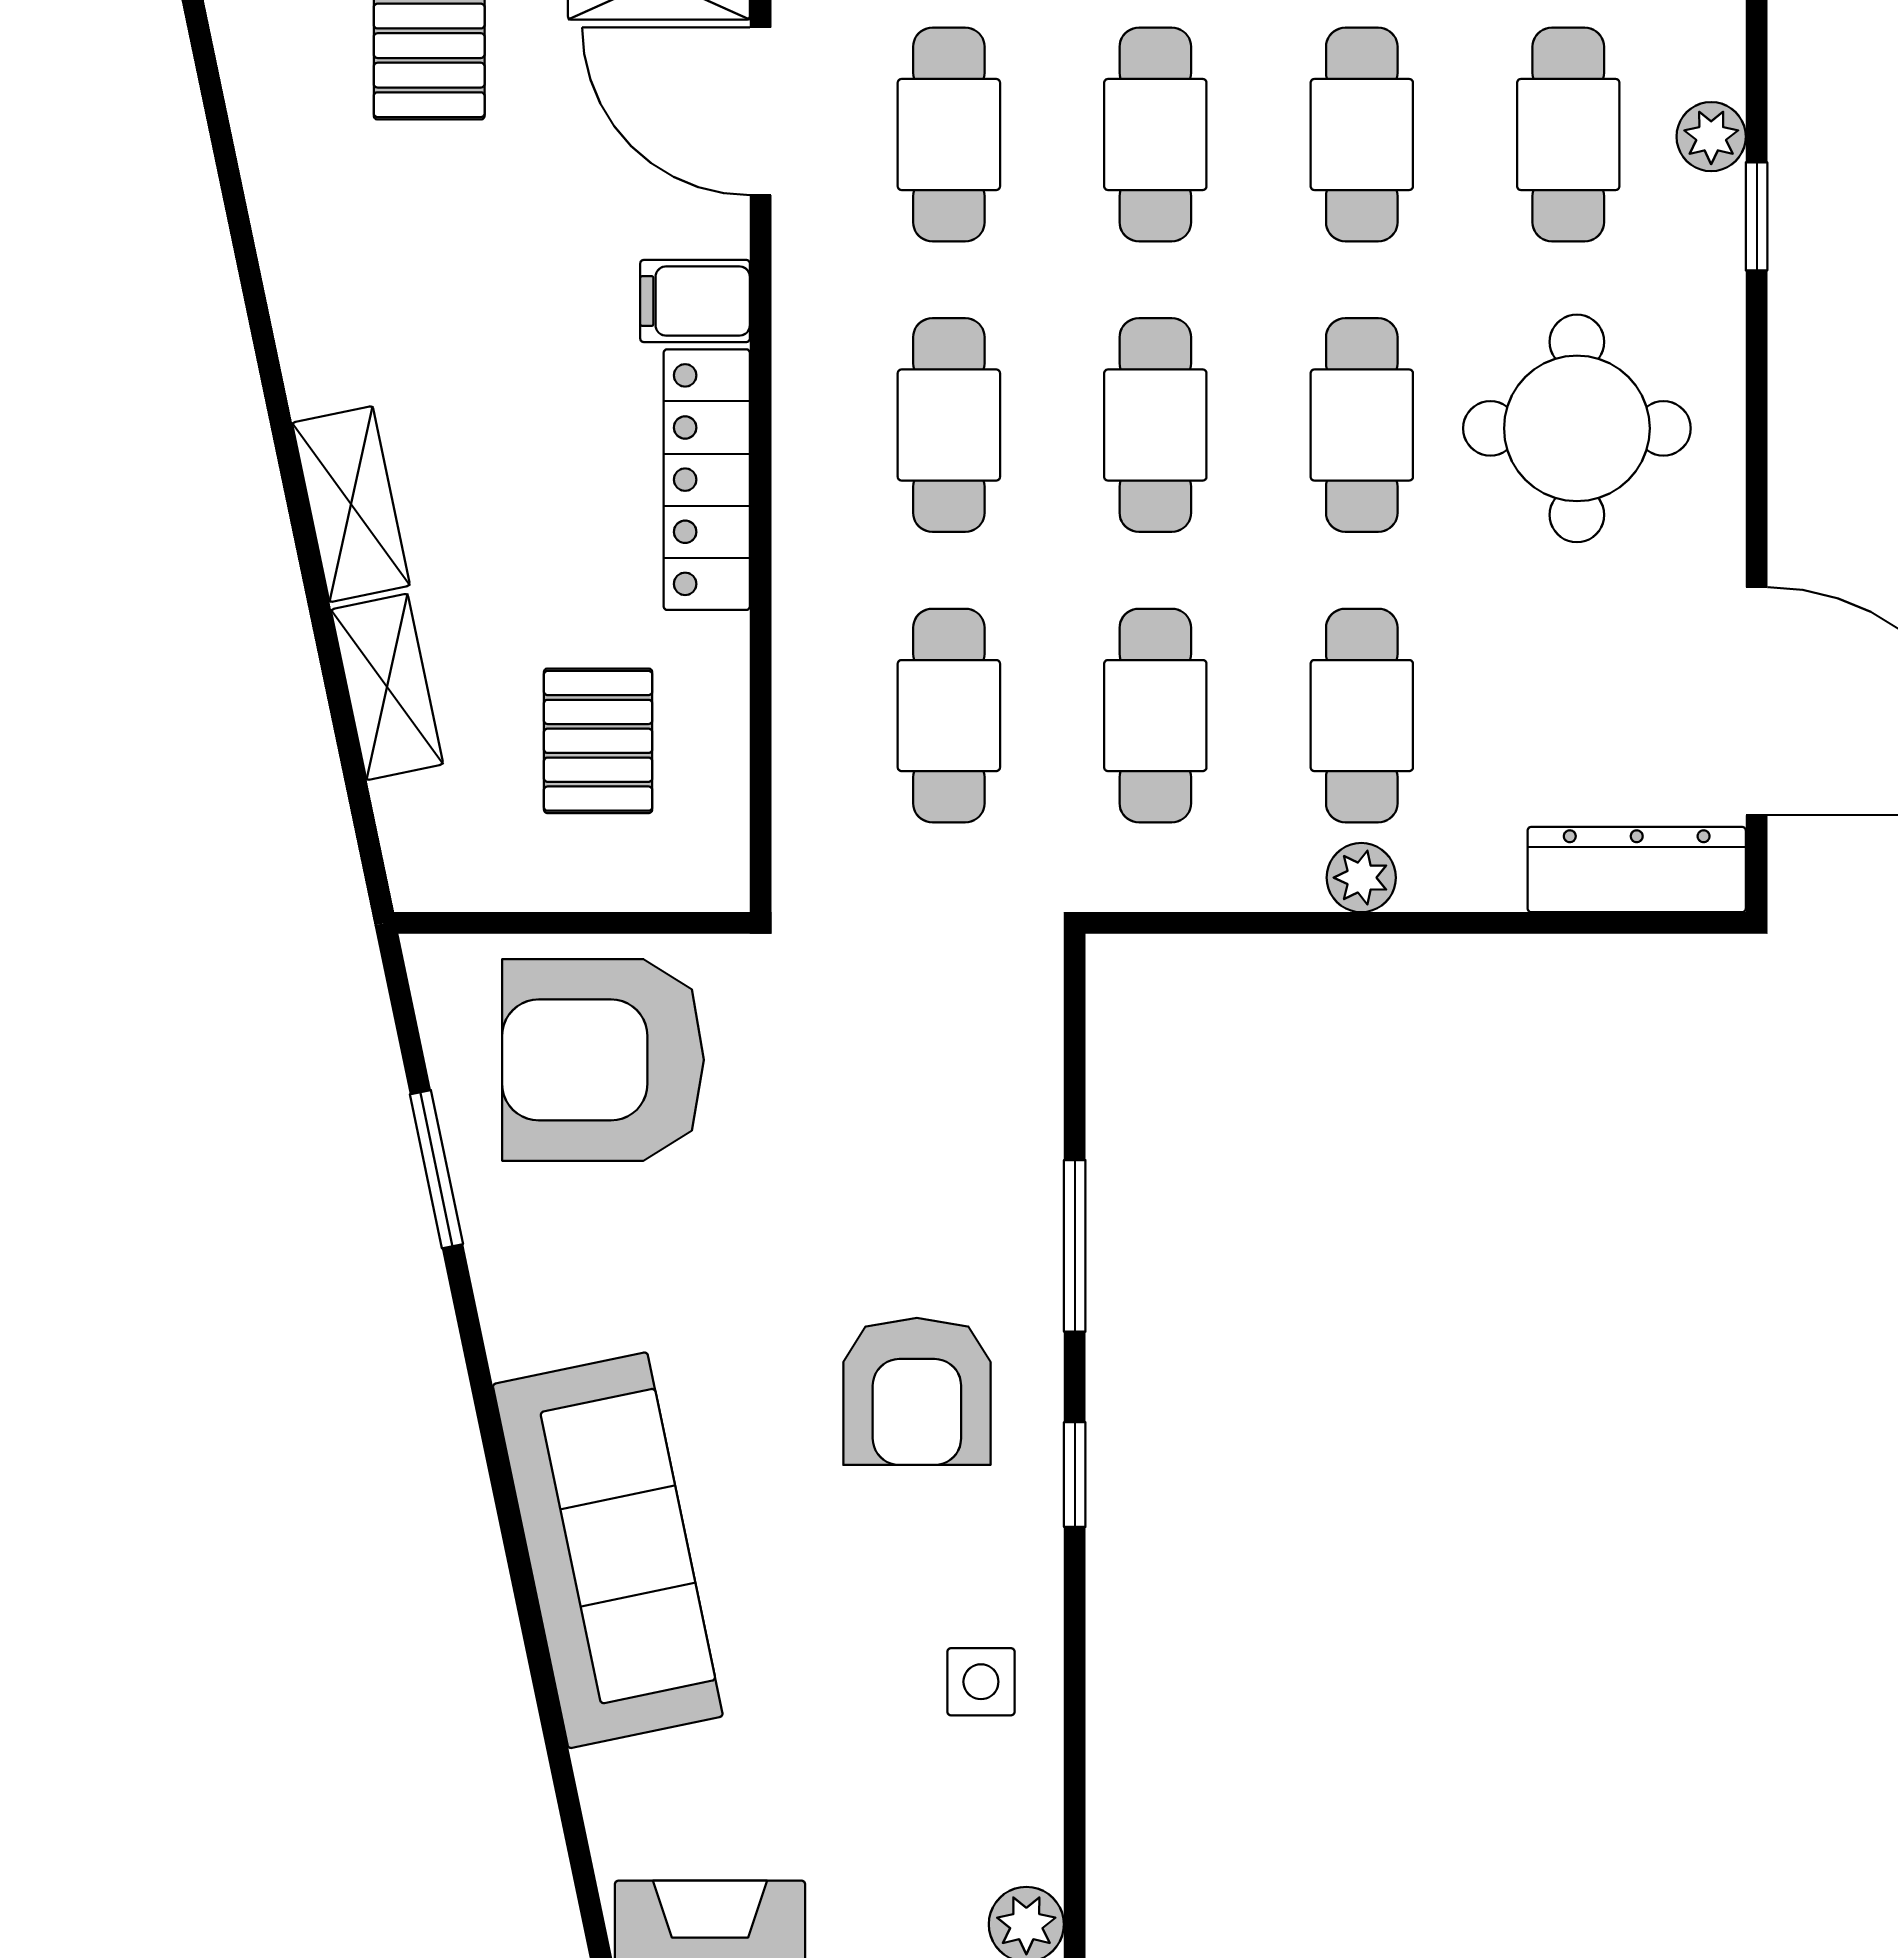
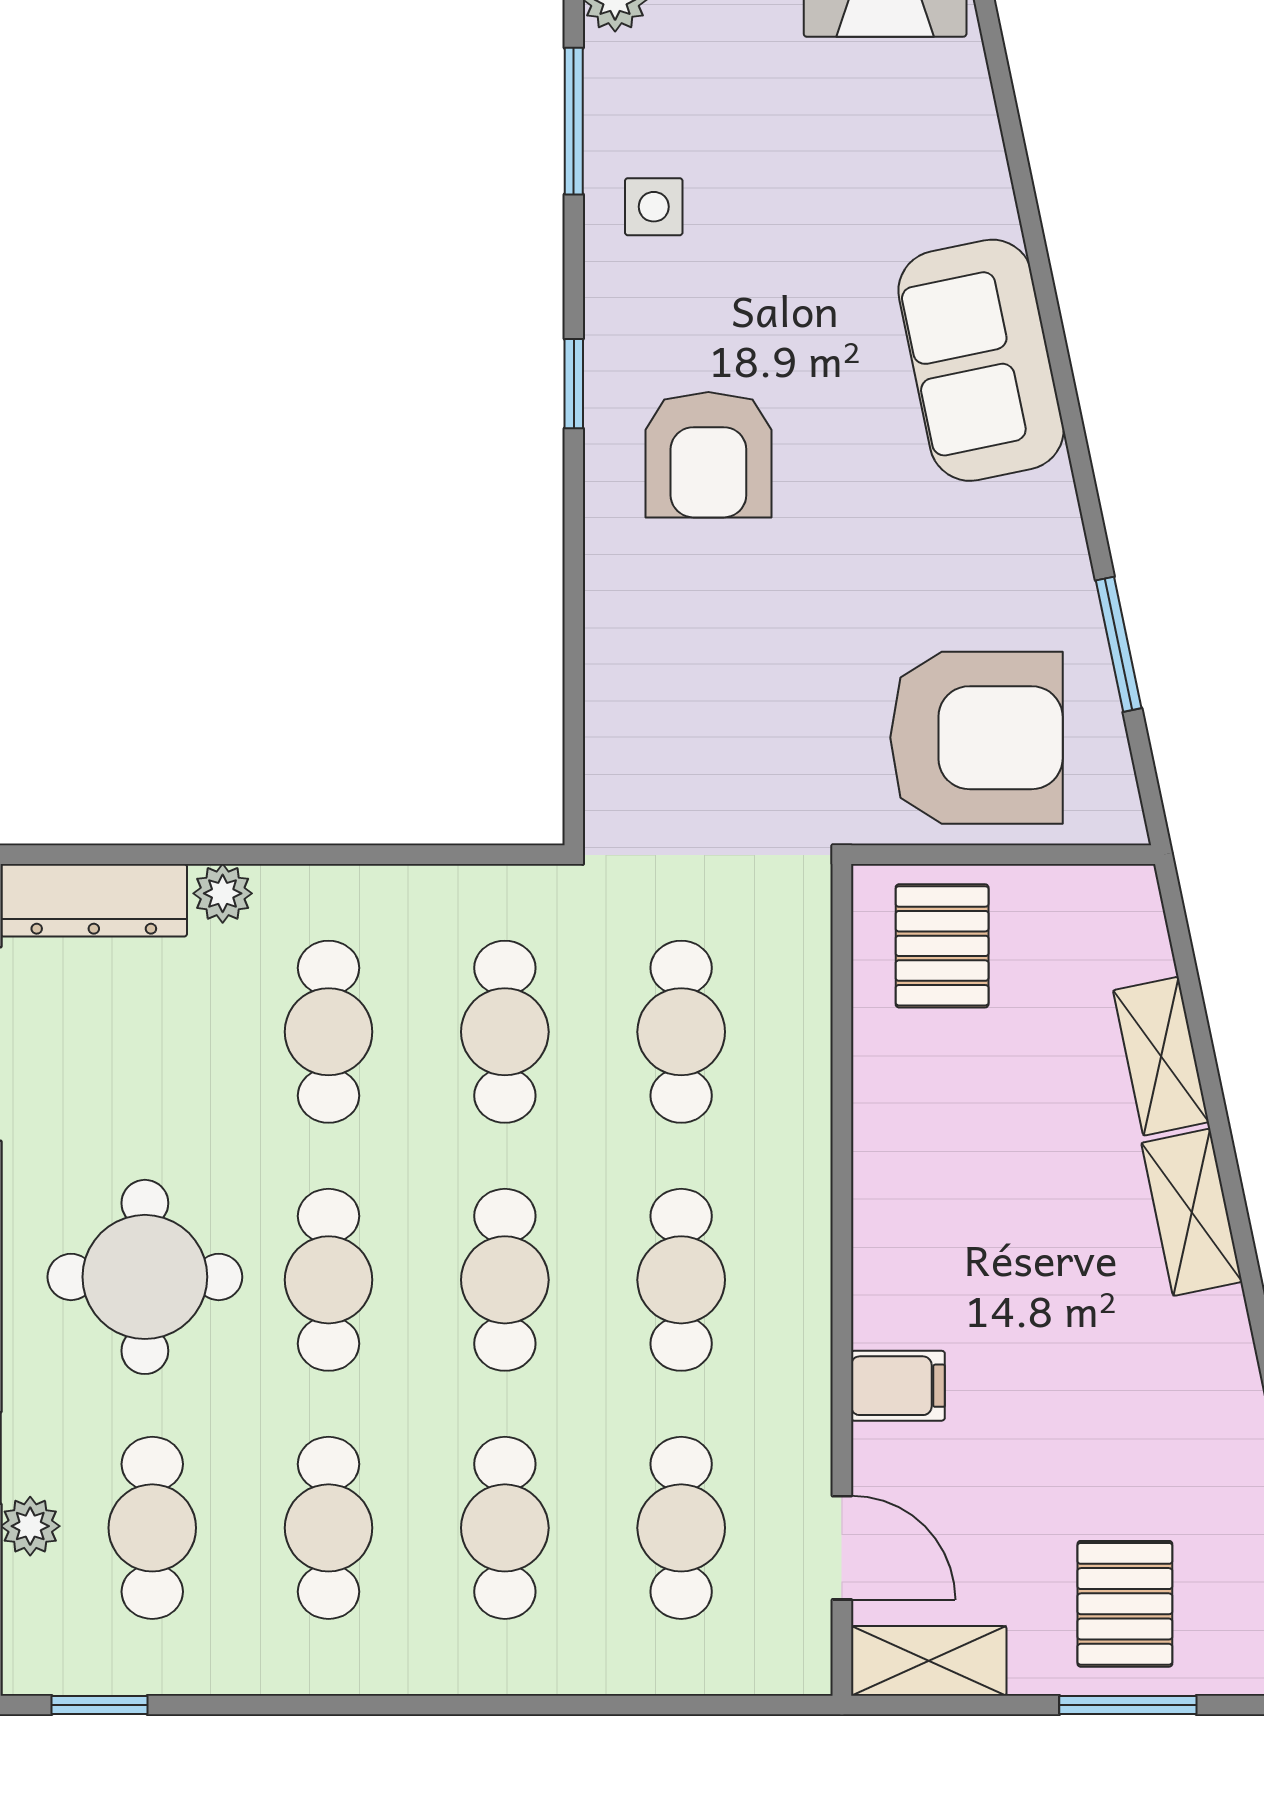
door: (761, 111) -> (842, 1548), width x0.73
locker: (707, 480) -> (888, 1233), removed
pallet: (598, 741) -> (942, 946), moved
plant: (1361, 878) -> (223, 893), moved
window: (1075, 1246) -> (574, 121), moved
armchair: (917, 1391) -> (708, 455), turned 180
sofa: (608, 1550) -> (981, 360), width x0.73

